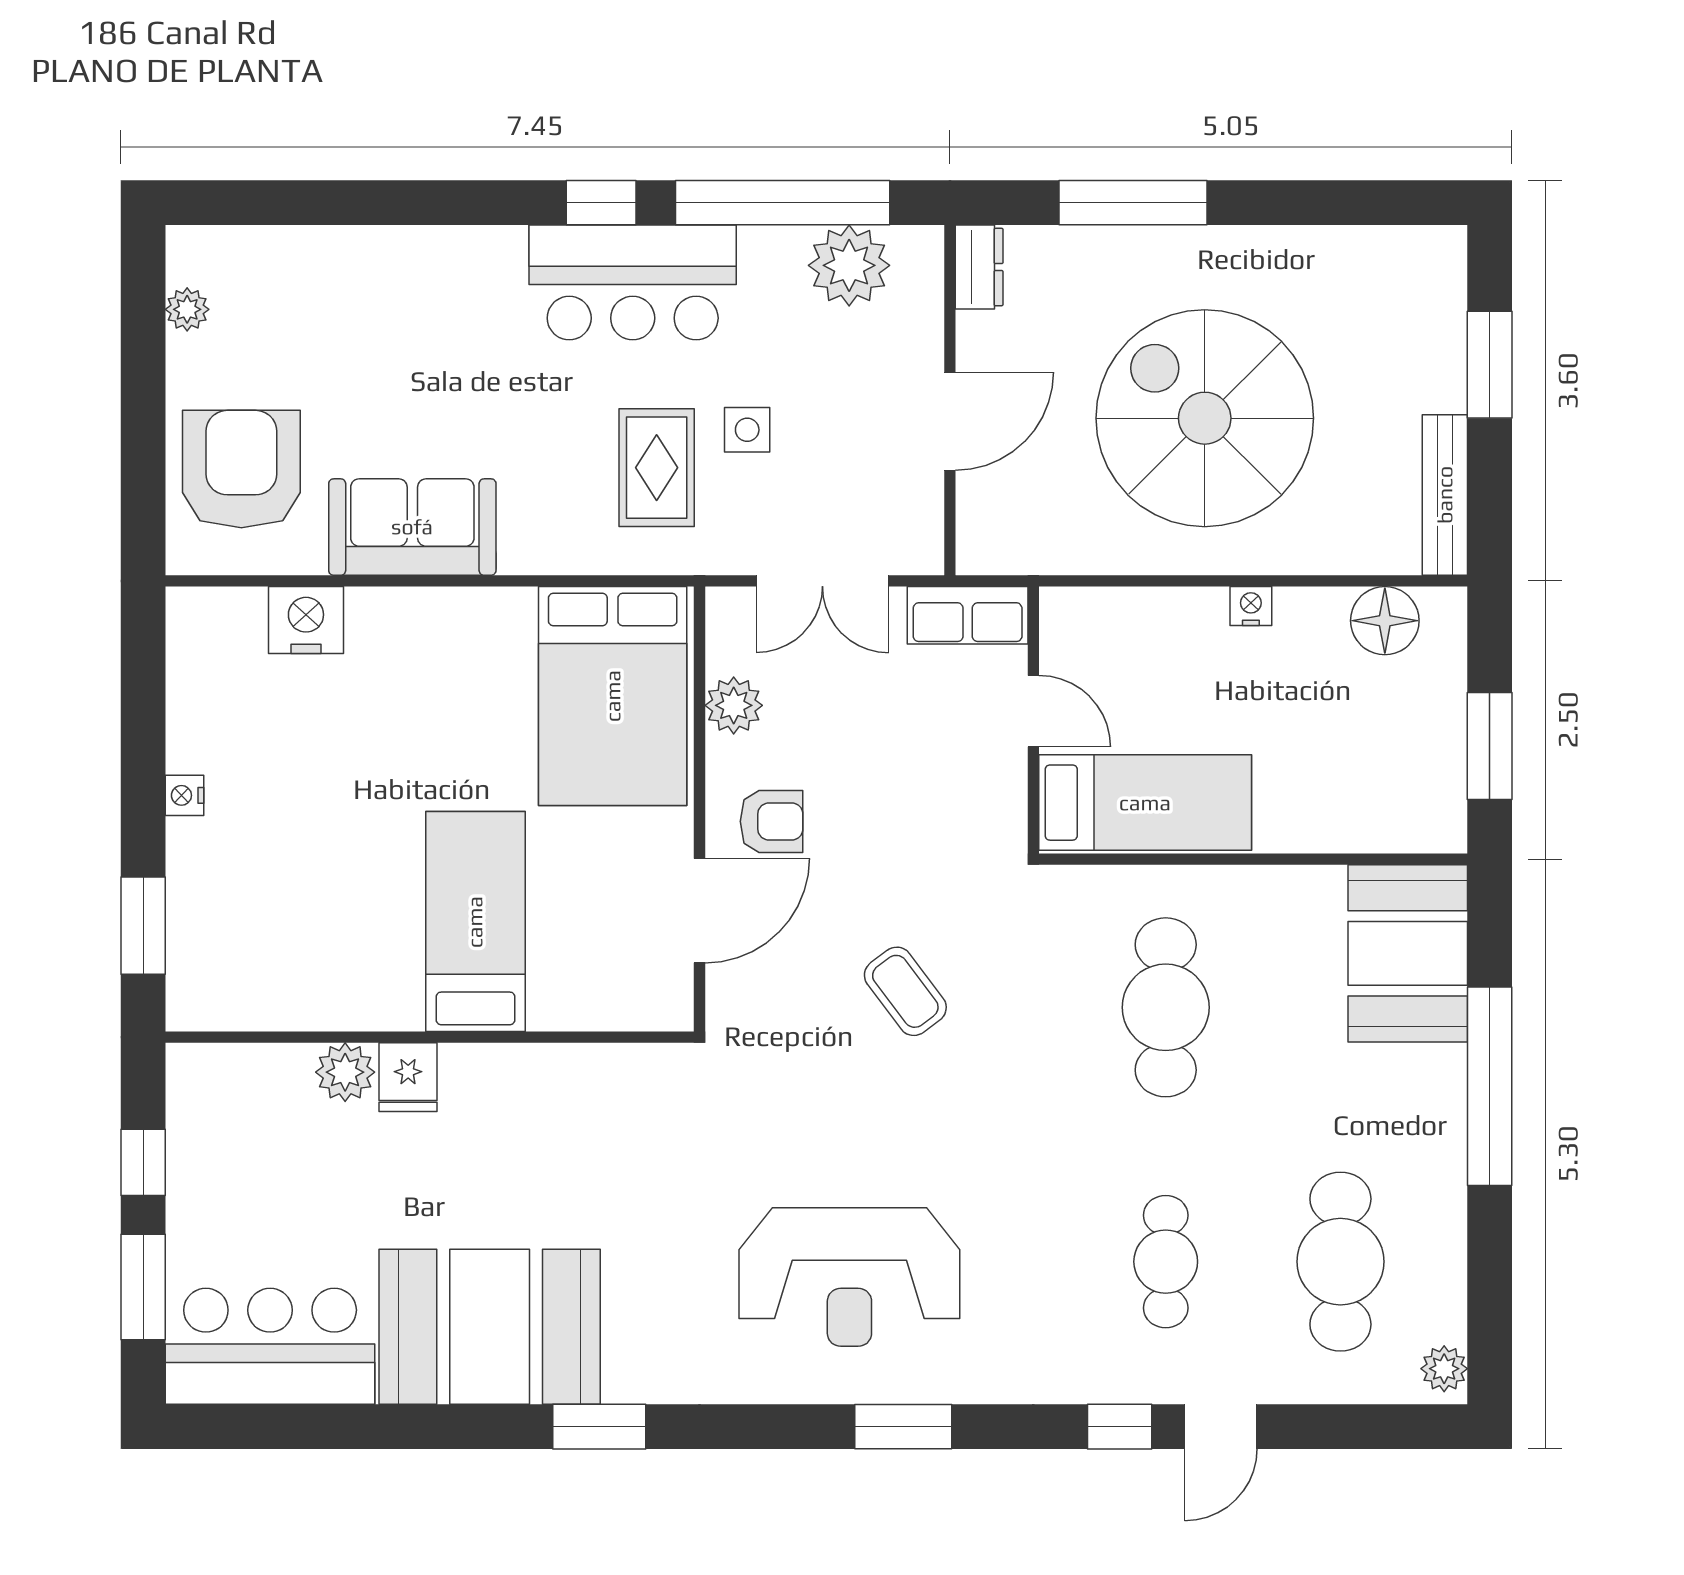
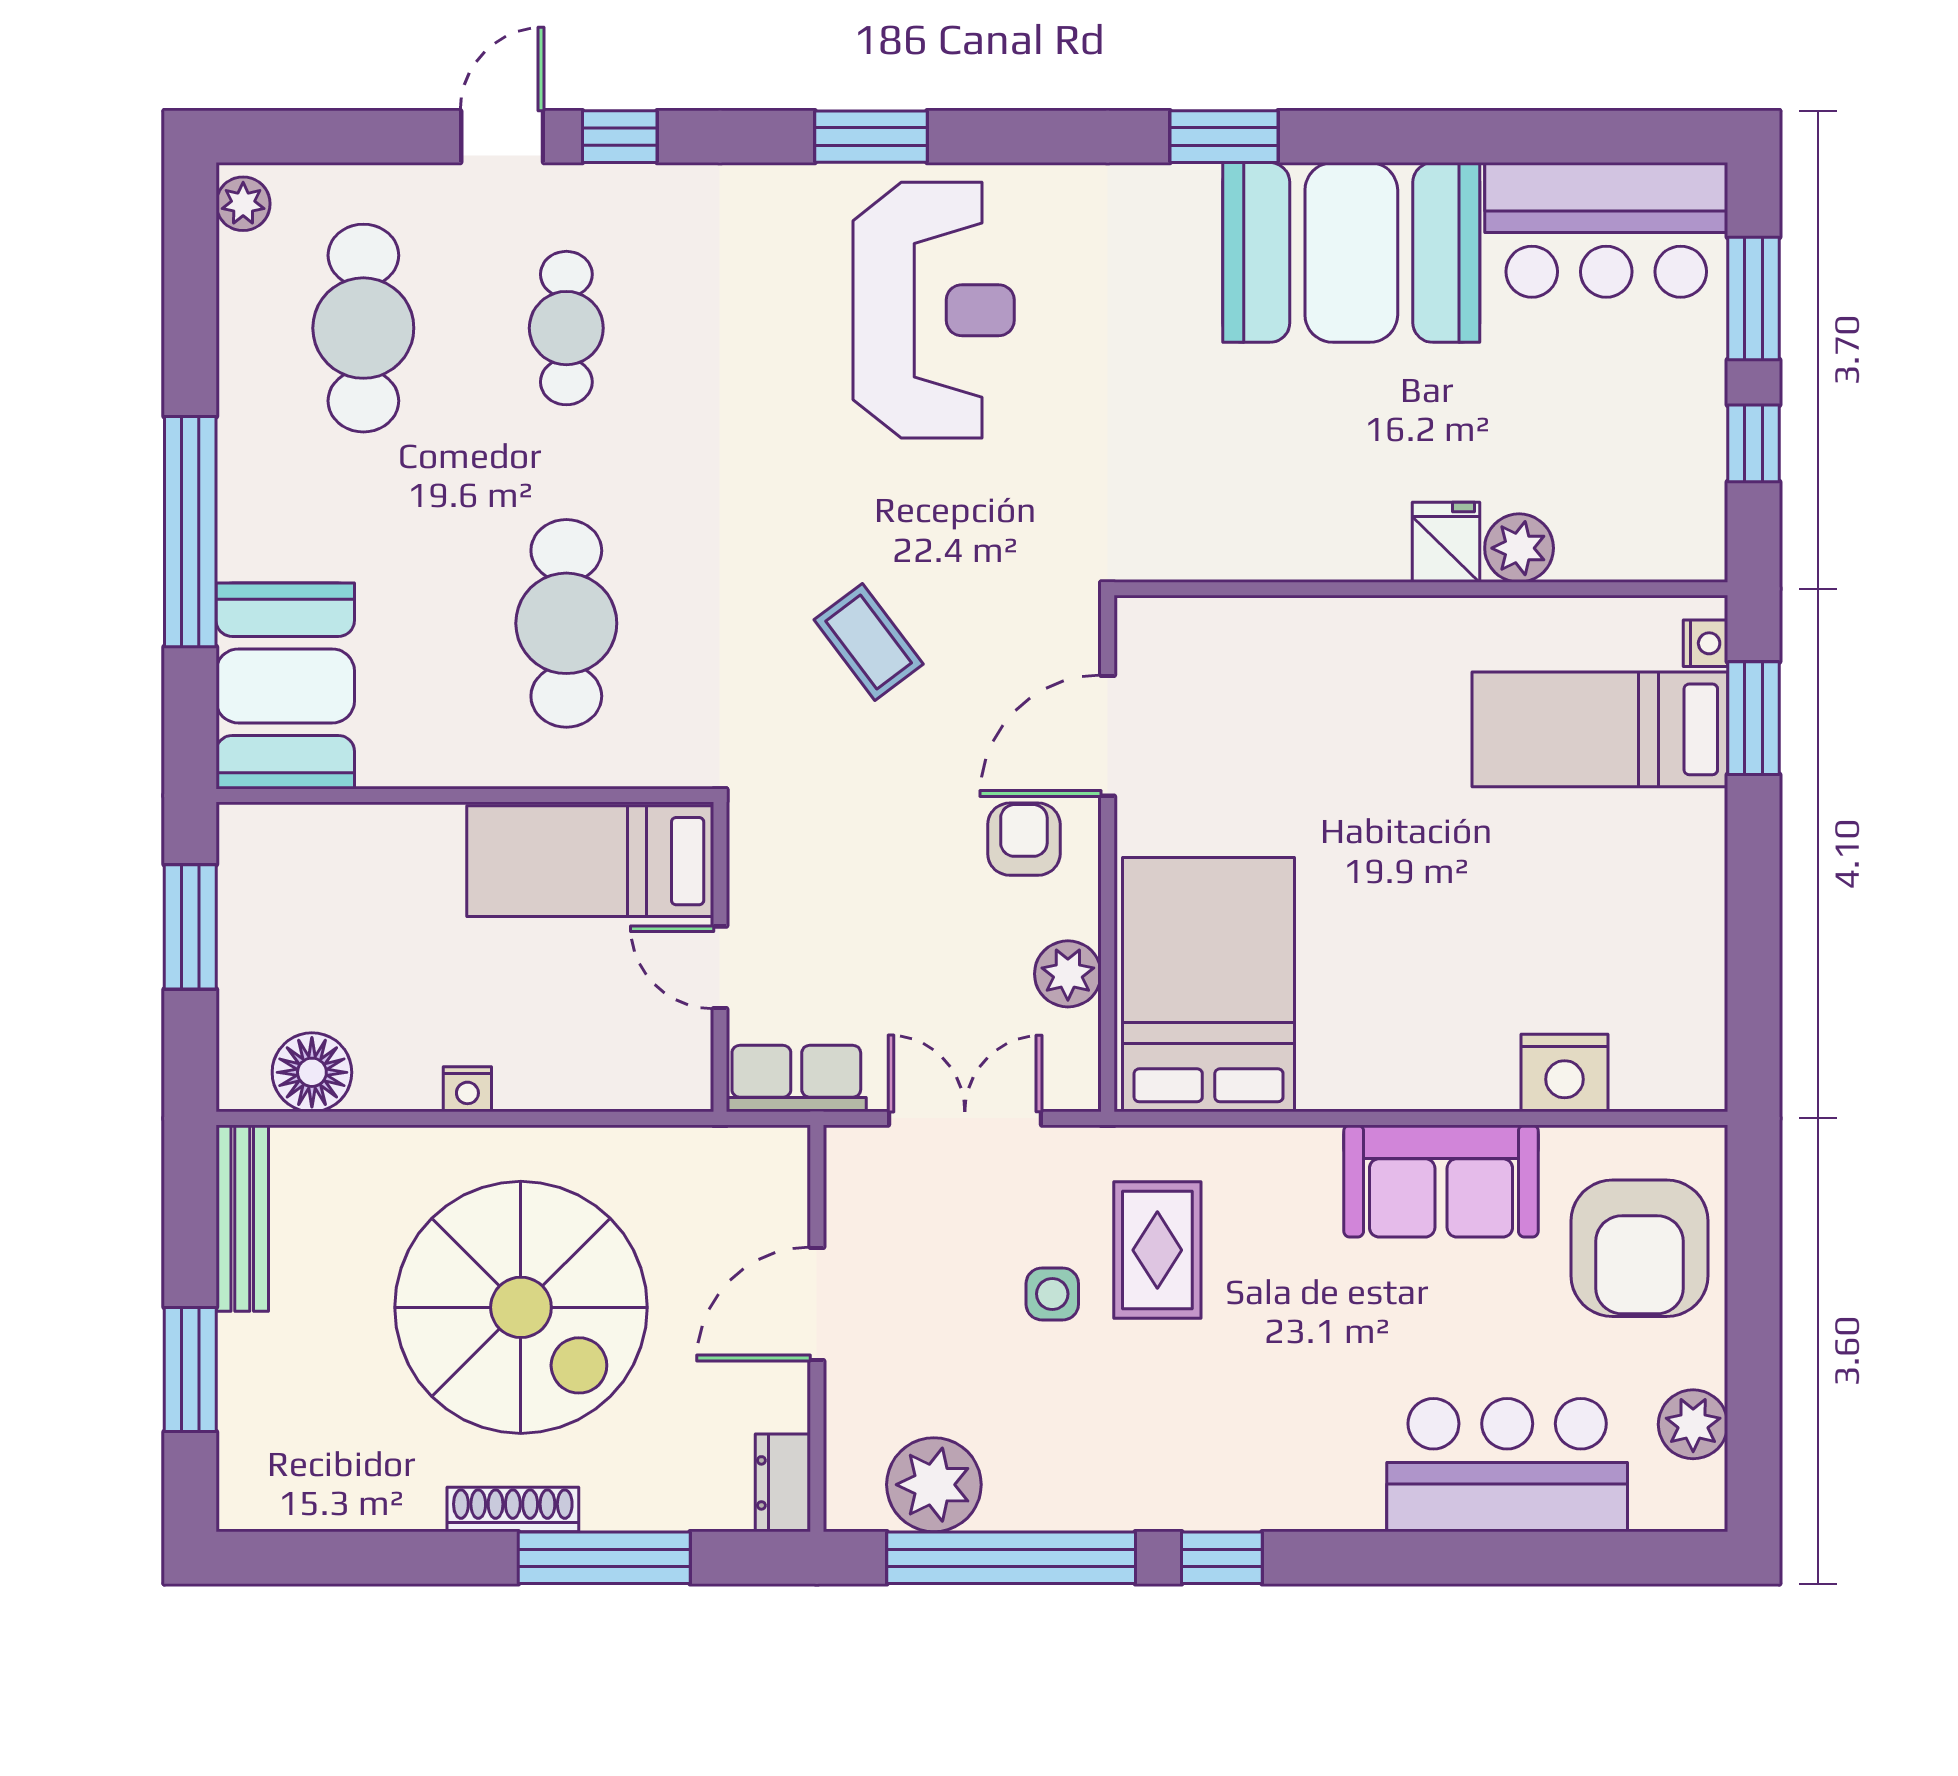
shoe rack: (1212, 244) -> (513, 1509), added
bar counter: (633, 282) -> (1507, 1465), moved
plant: (187, 309) -> (1693, 1424), width x1.38, depth x1.38
nightstand: (185, 795) -> (1706, 643), moved
armchair: (772, 821) -> (1024, 839), turned 90
bed: (475, 922) -> (1600, 729), moved, turned 90
reception desk: (849, 1277) -> (934, 310), turned 90

